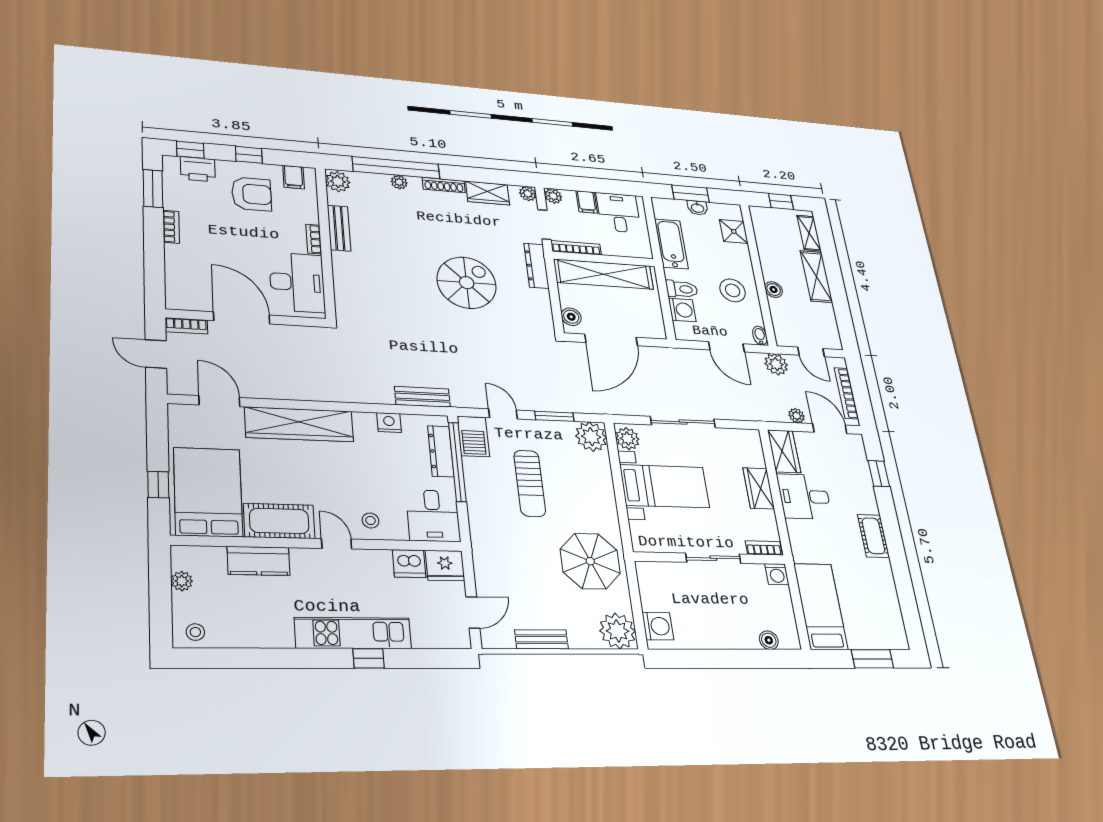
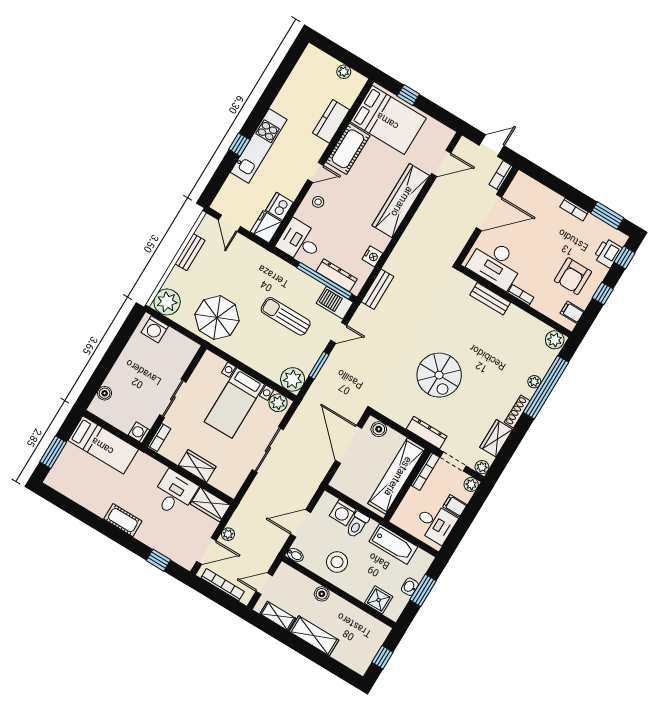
bench: (339, 228) -> (490, 299), moved
shelving: (809, 233) -> (278, 616), moved
plant: (776, 364) -> (270, 550), removed
stool: (195, 632) -> (310, 60), removed

